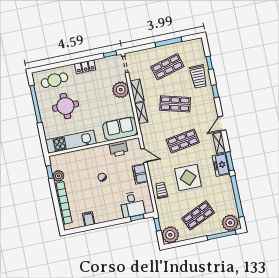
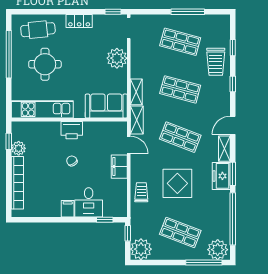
shop shelf: (167, 67) -> (180, 42), turned 30
shelving: (137, 91) -> (137, 120), moved
shop shelf: (183, 141) -> (180, 137), turned 30
printer: (118, 149) -> (72, 130), moved
desk: (132, 205) -> (89, 202), moved
shop shelf: (198, 215) -> (180, 232), turned 45
filing cabinet: (89, 219) -> (68, 209), moved

